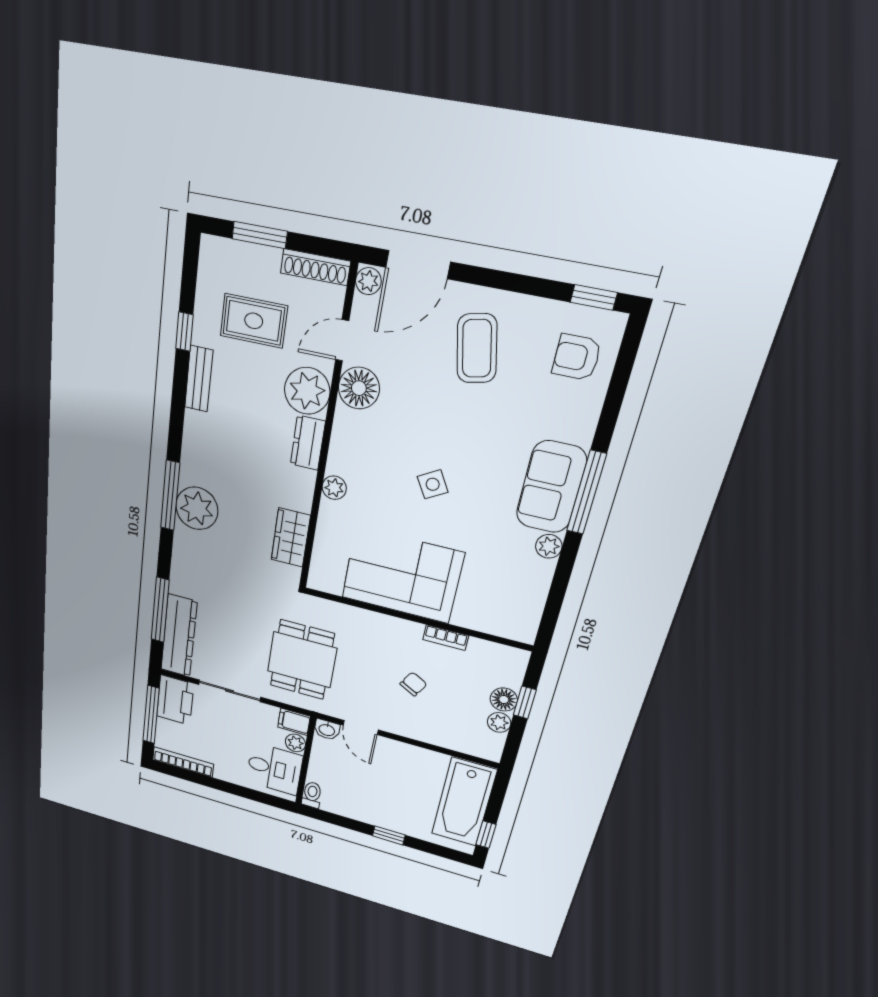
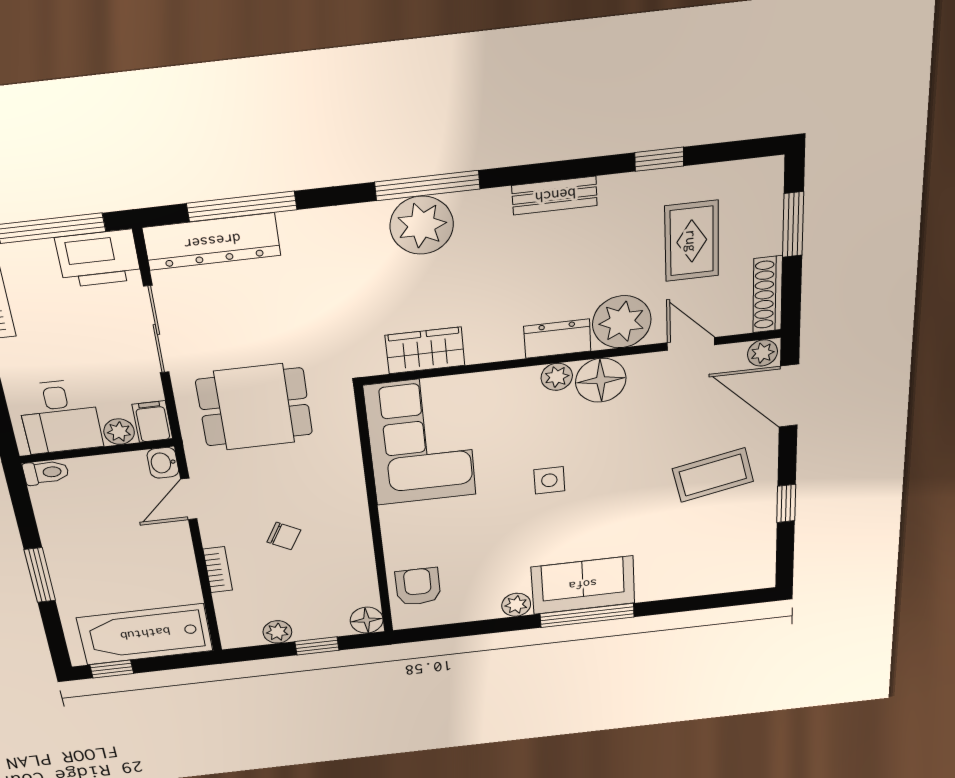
window: (594, 297) -> (786, 503), moved
armchair: (577, 357) -> (418, 587), moved
bench: (199, 379) -> (555, 196), moved
floor lamp: (359, 388) -> (601, 380), moved
side table: (433, 484) -> (549, 480), turned 30
plant: (334, 488) -> (557, 377), moved
corner sofa: (402, 575) -> (420, 441), moved
bookcase: (446, 638) -> (218, 570), moved, turned 180
floor lamp: (504, 699) -> (367, 620), moved
window: (389, 835) -> (40, 575), width x1.50

